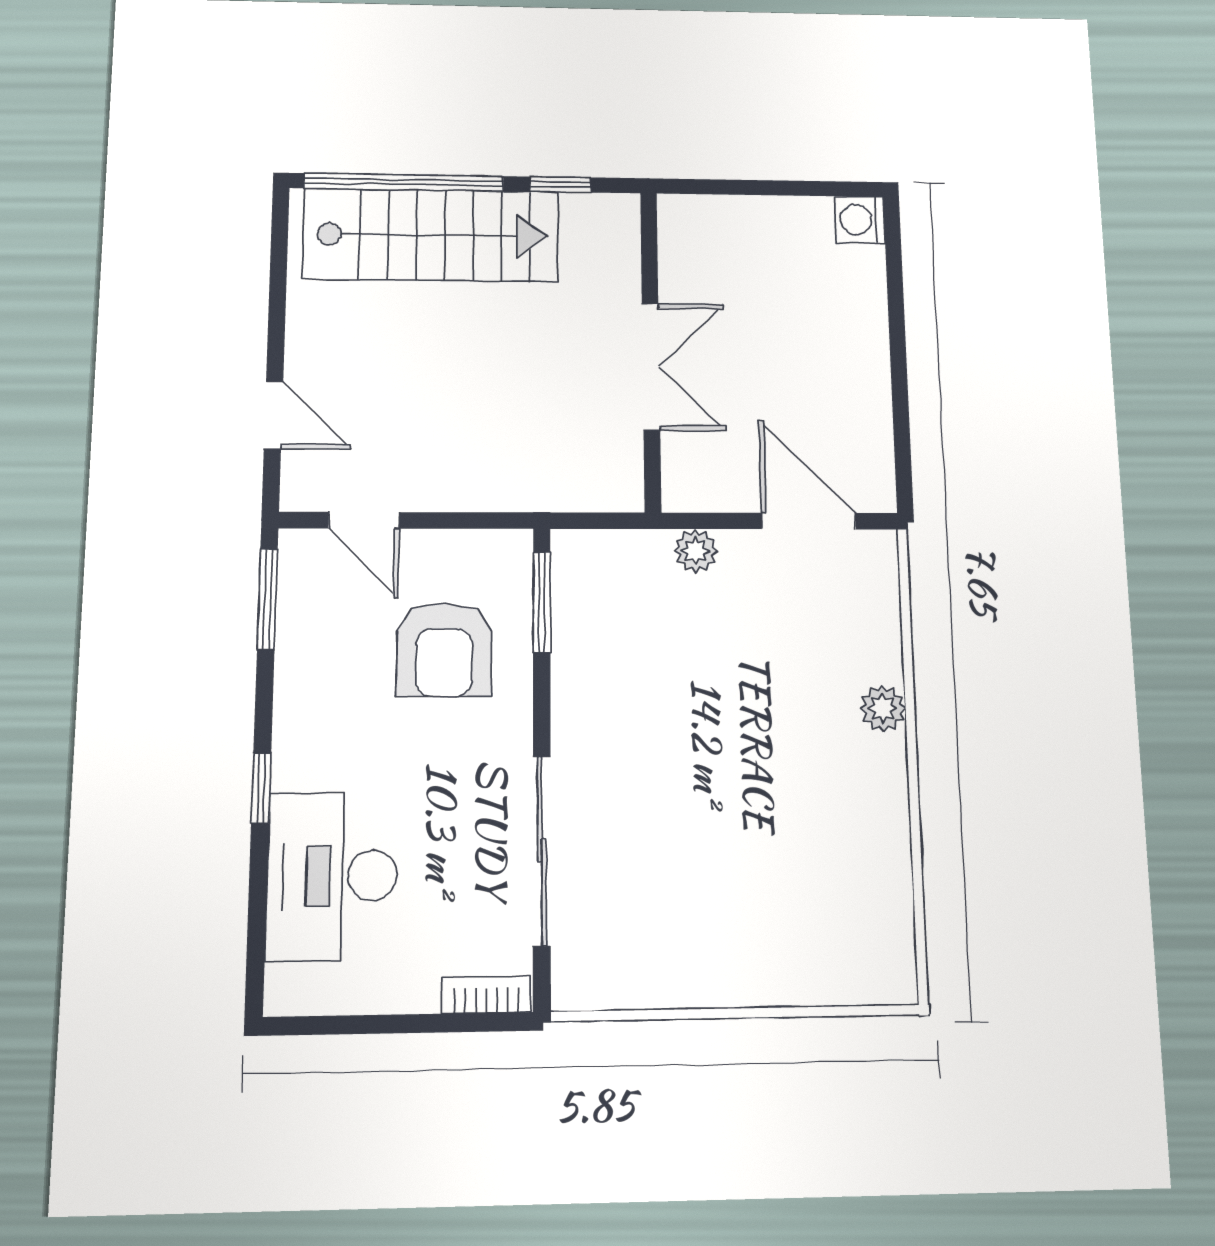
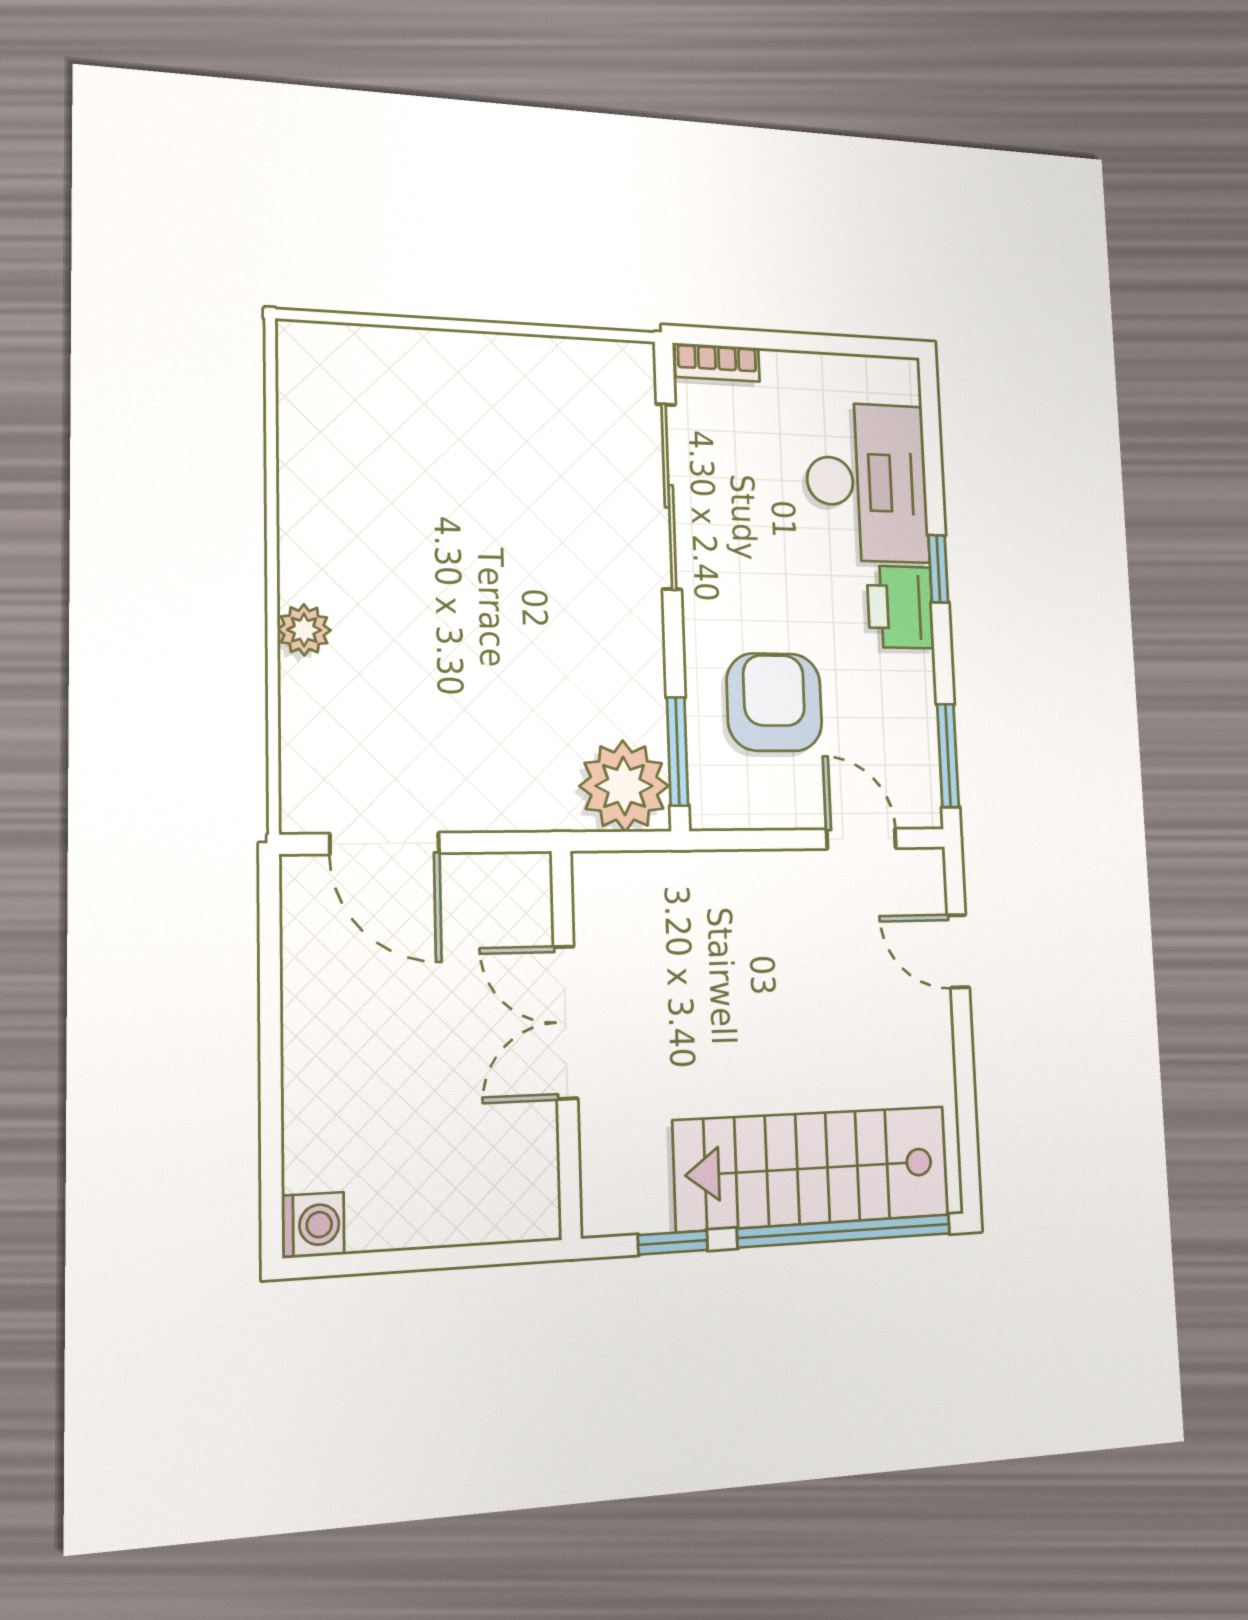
plant: (696, 551) -> (624, 786), moved, width x1.87, depth x1.87
printer: (306, 747) -> (900, 607), added

